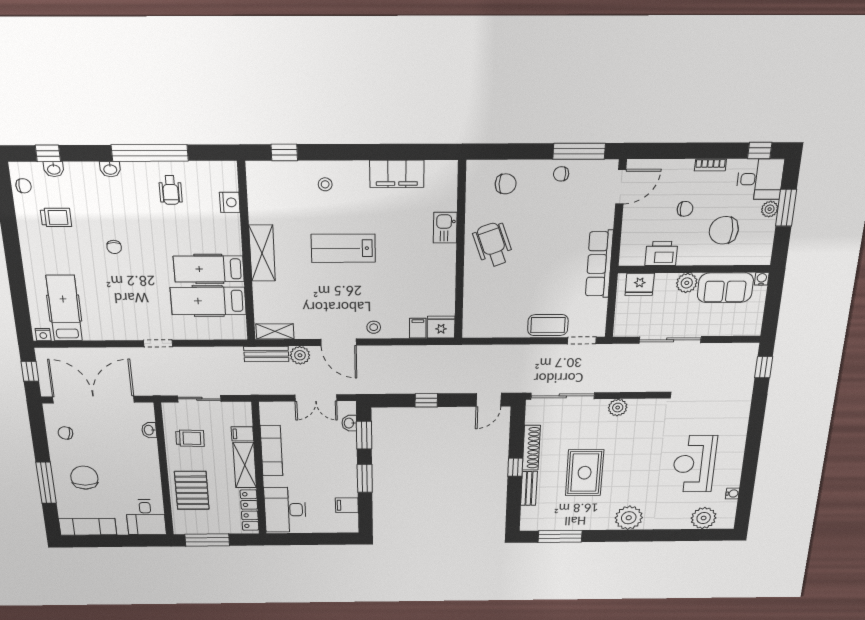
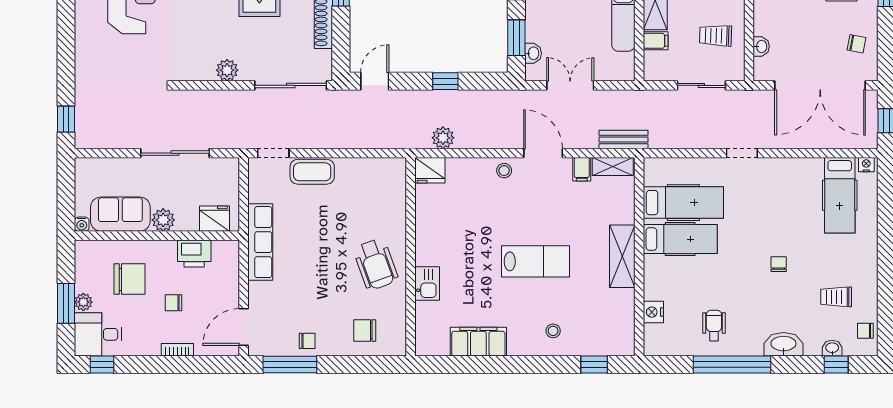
bookcase: (710, 165) -> (177, 350), moved
washbasin: (110, 169) -> (783, 344), width x1.91, depth x1.45
filing cabinet: (418, 328) -> (582, 169), moved
plant: (300, 355) -> (443, 138), moved

